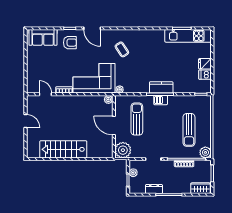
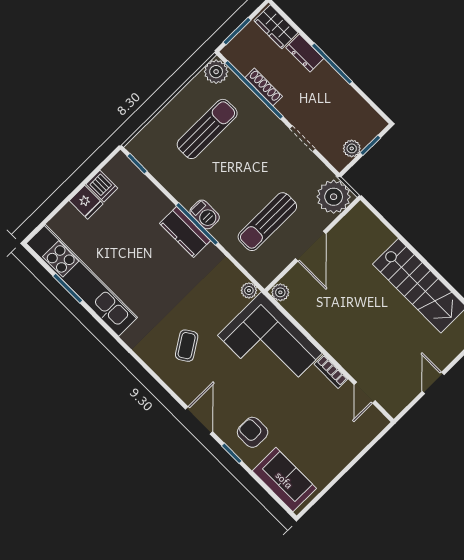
kitchen unit: (188, 36) -> (82, 280), width x1.36
dresser: (154, 189) -> (305, 53), moved

